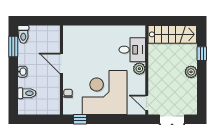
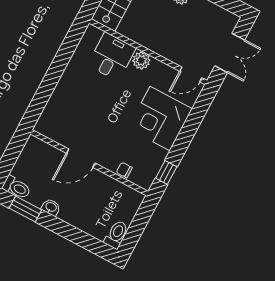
washbasin: (22, 72) -> (51, 207), moved
toilet: (27, 93) -> (116, 235), moved
corner desk: (105, 93) -> (160, 118), width x0.74, depth x0.74

